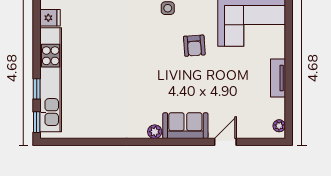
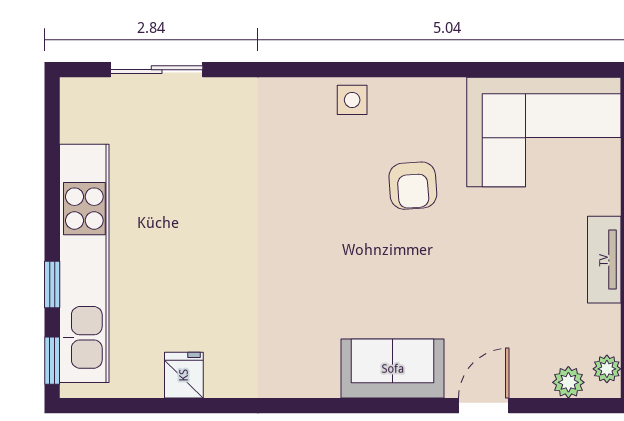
fridge: (50, 18) -> (184, 375), moved, turned -90
plant: (155, 132) -> (568, 382), moved

